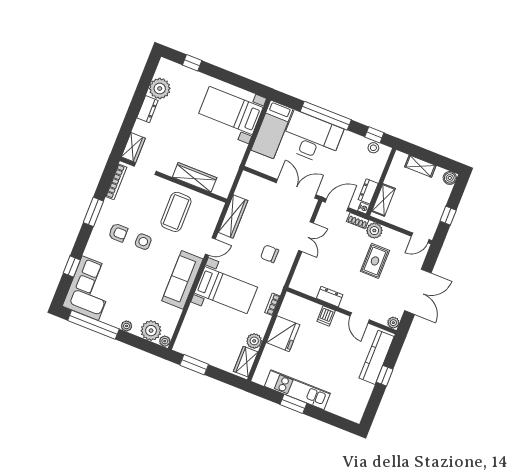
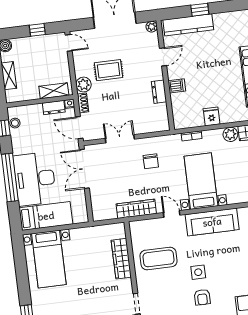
armchair: (118, 233) -> (202, 297), turned 180
fridge: (283, 334) -> (212, 116), width x0.53, depth x0.75

